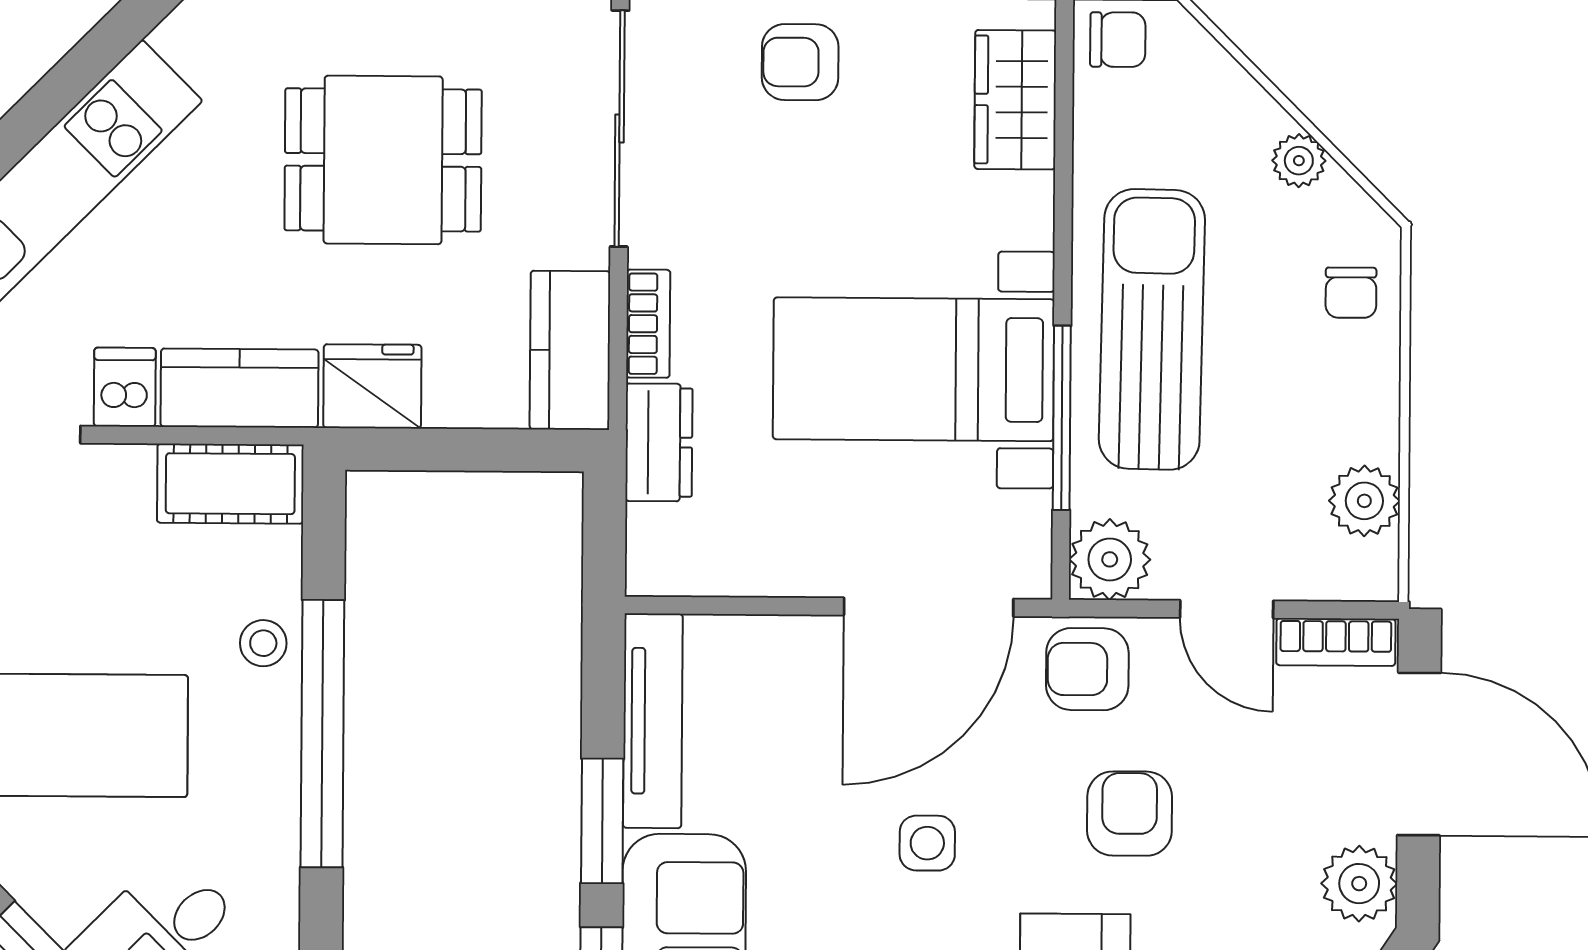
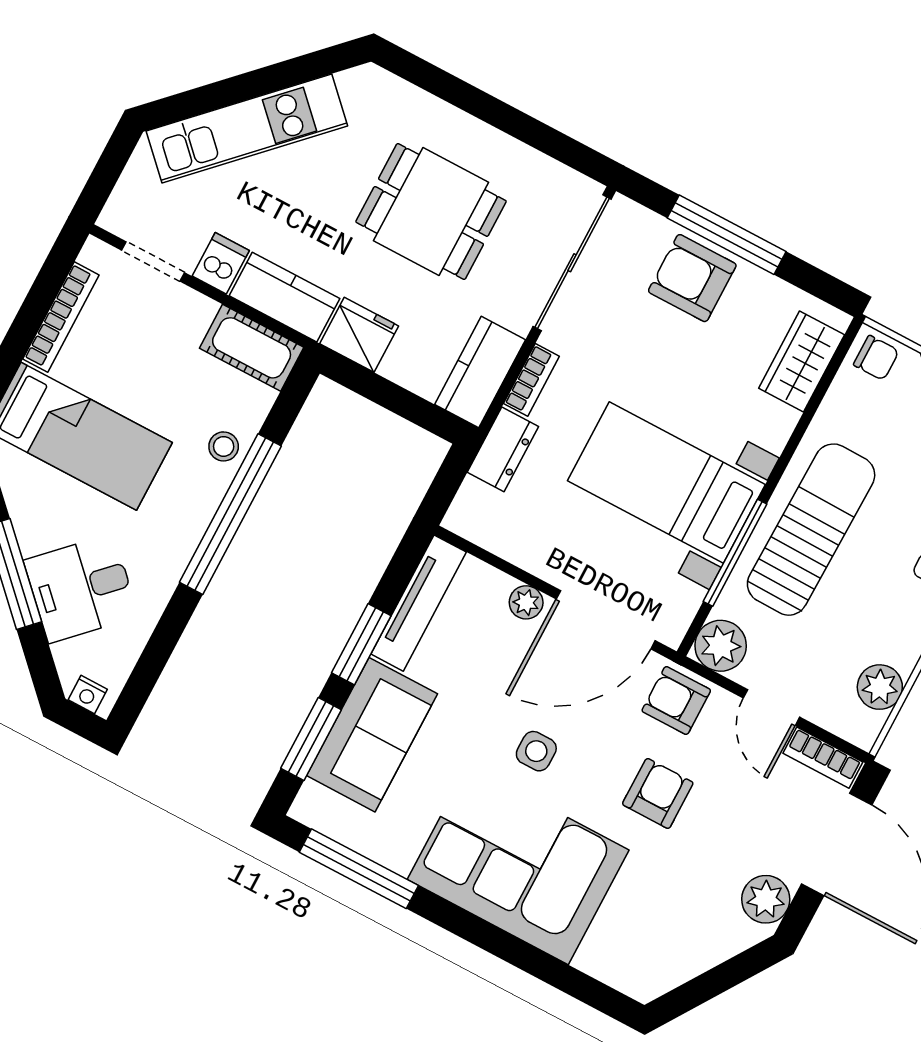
armchair: (800, 62) -> (692, 278), width x1.38, depth x1.38
plant: (804, 641) -> (526, 602), added

